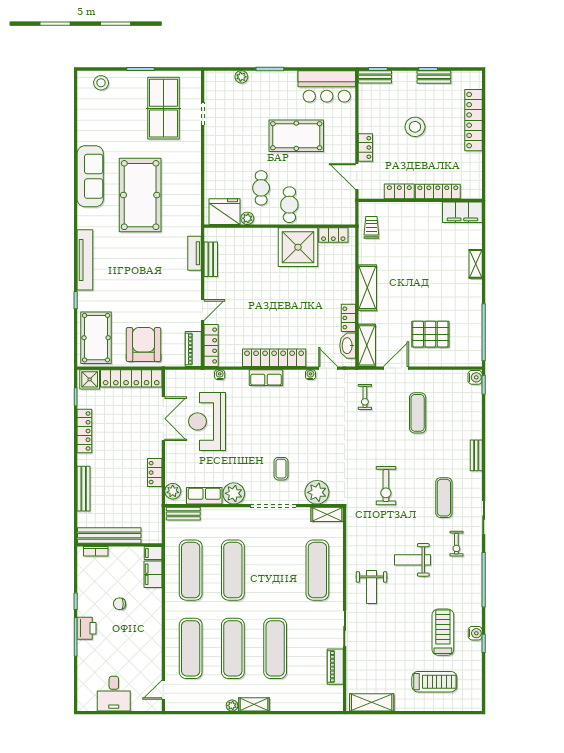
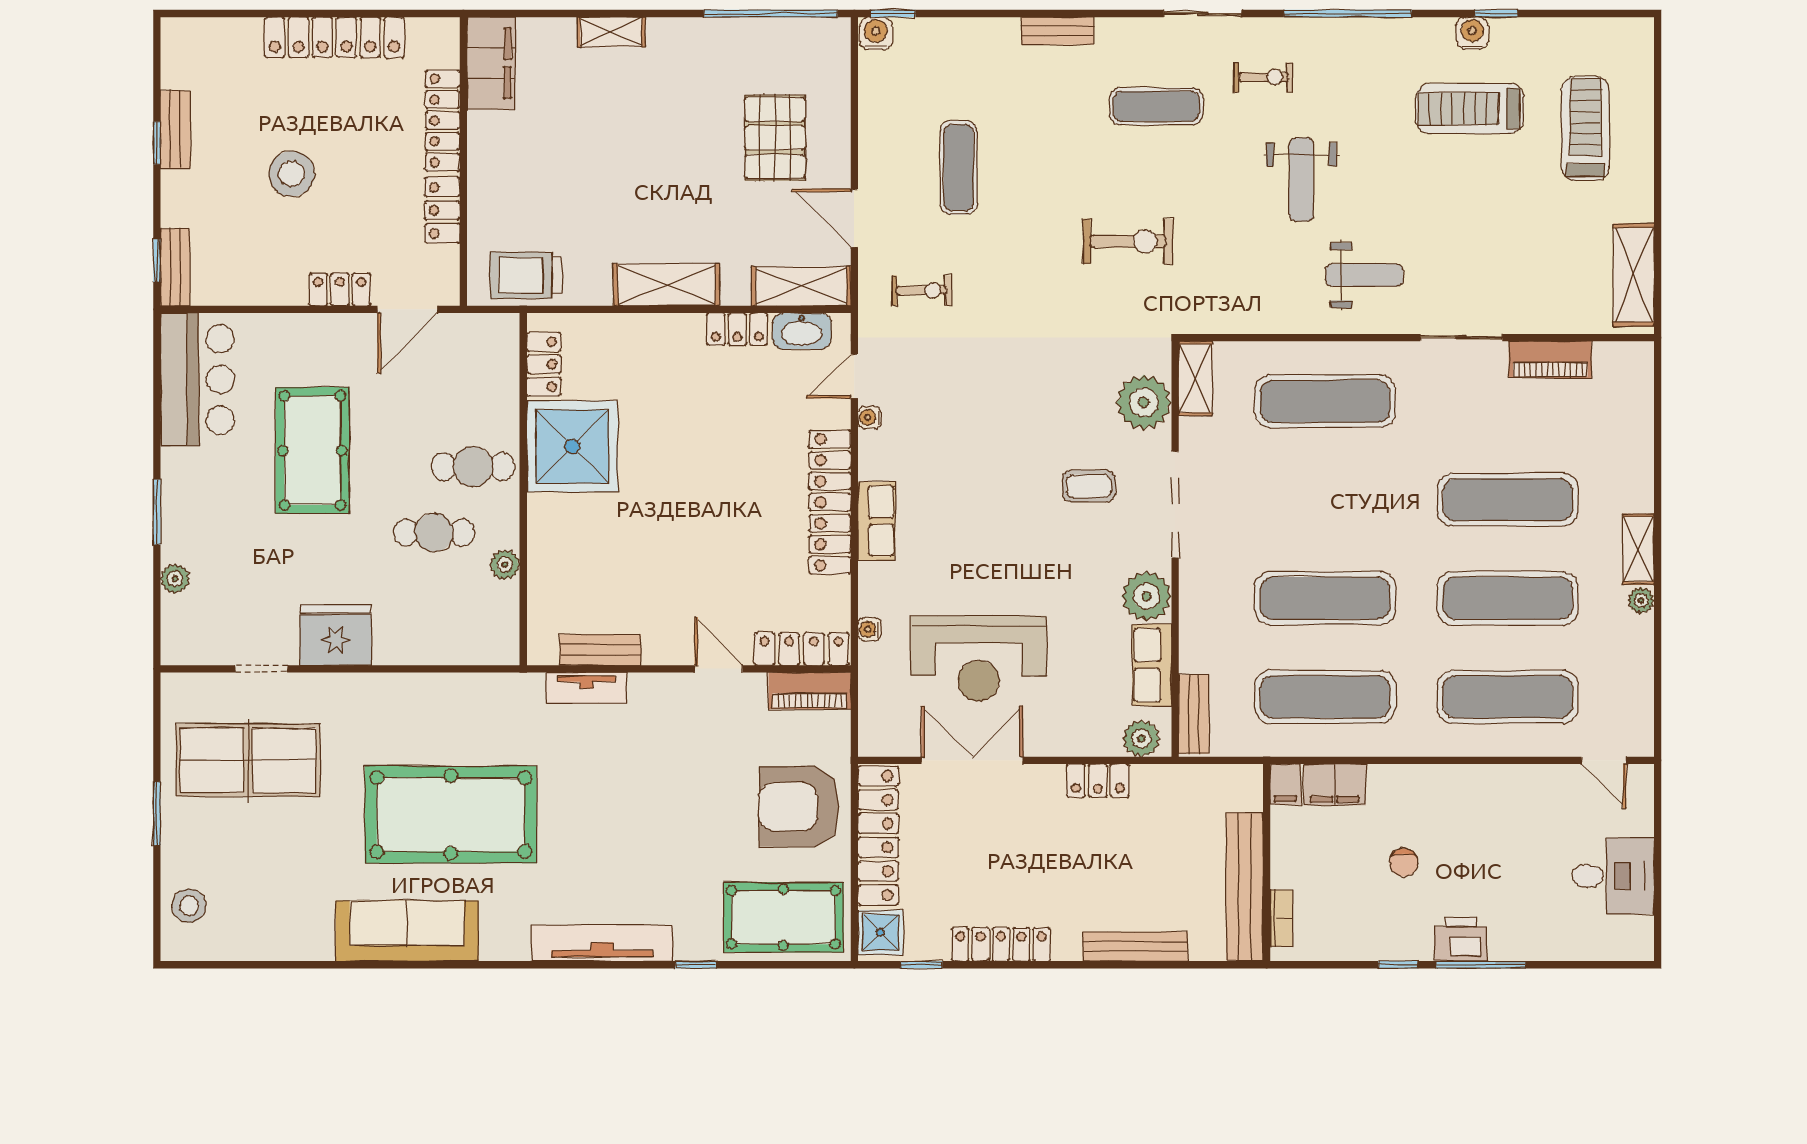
locker: (473, 120) -> (334, 37), moved
fridge: (224, 212) -> (335, 635), moved, turned 90
trolley: (371, 227) -> (526, 275), width x1.36, depth x1.39
exercise mat: (418, 413) -> (959, 168), turned 90

